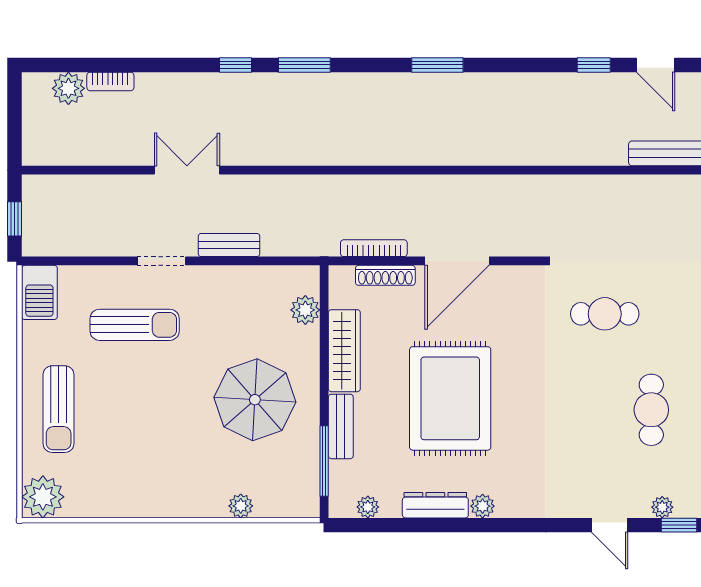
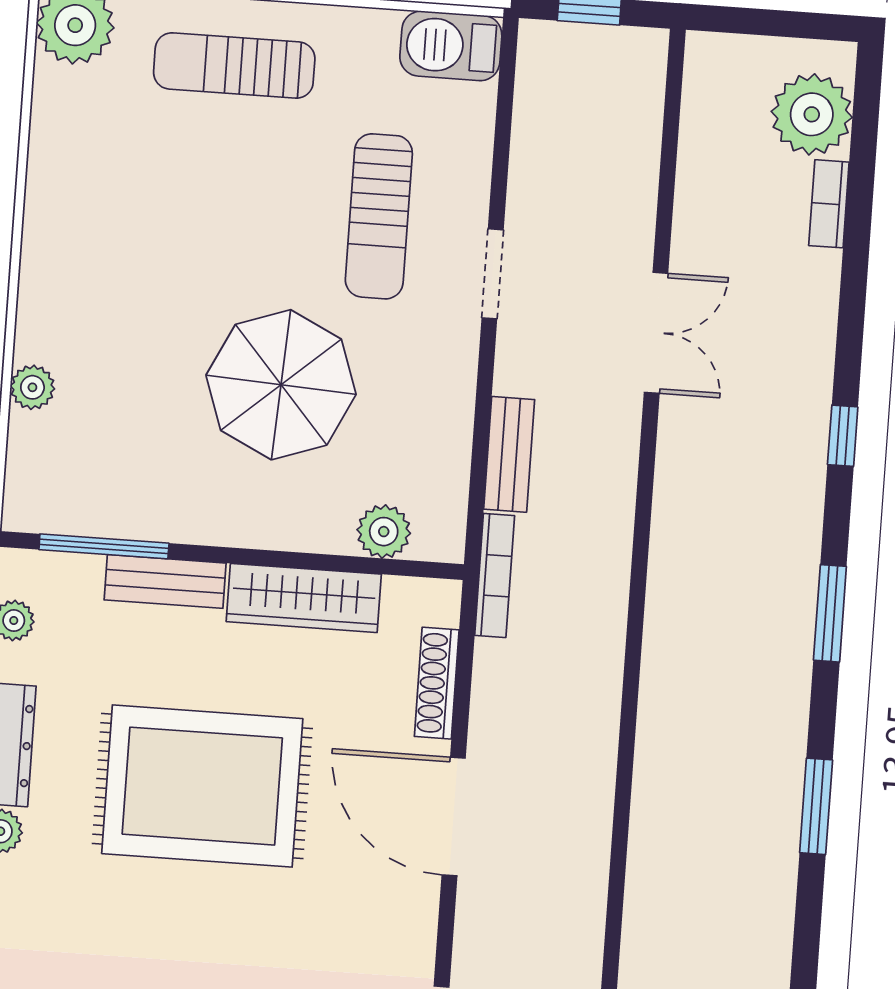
window: (304, 65) -> (830, 613), moved
plant: (68, 88) -> (812, 114), width x1.36, depth x1.36
bench: (229, 245) -> (509, 454), moved
bookcase: (374, 248) -> (495, 576), moved
parasol: (255, 400) -> (281, 385), moved

